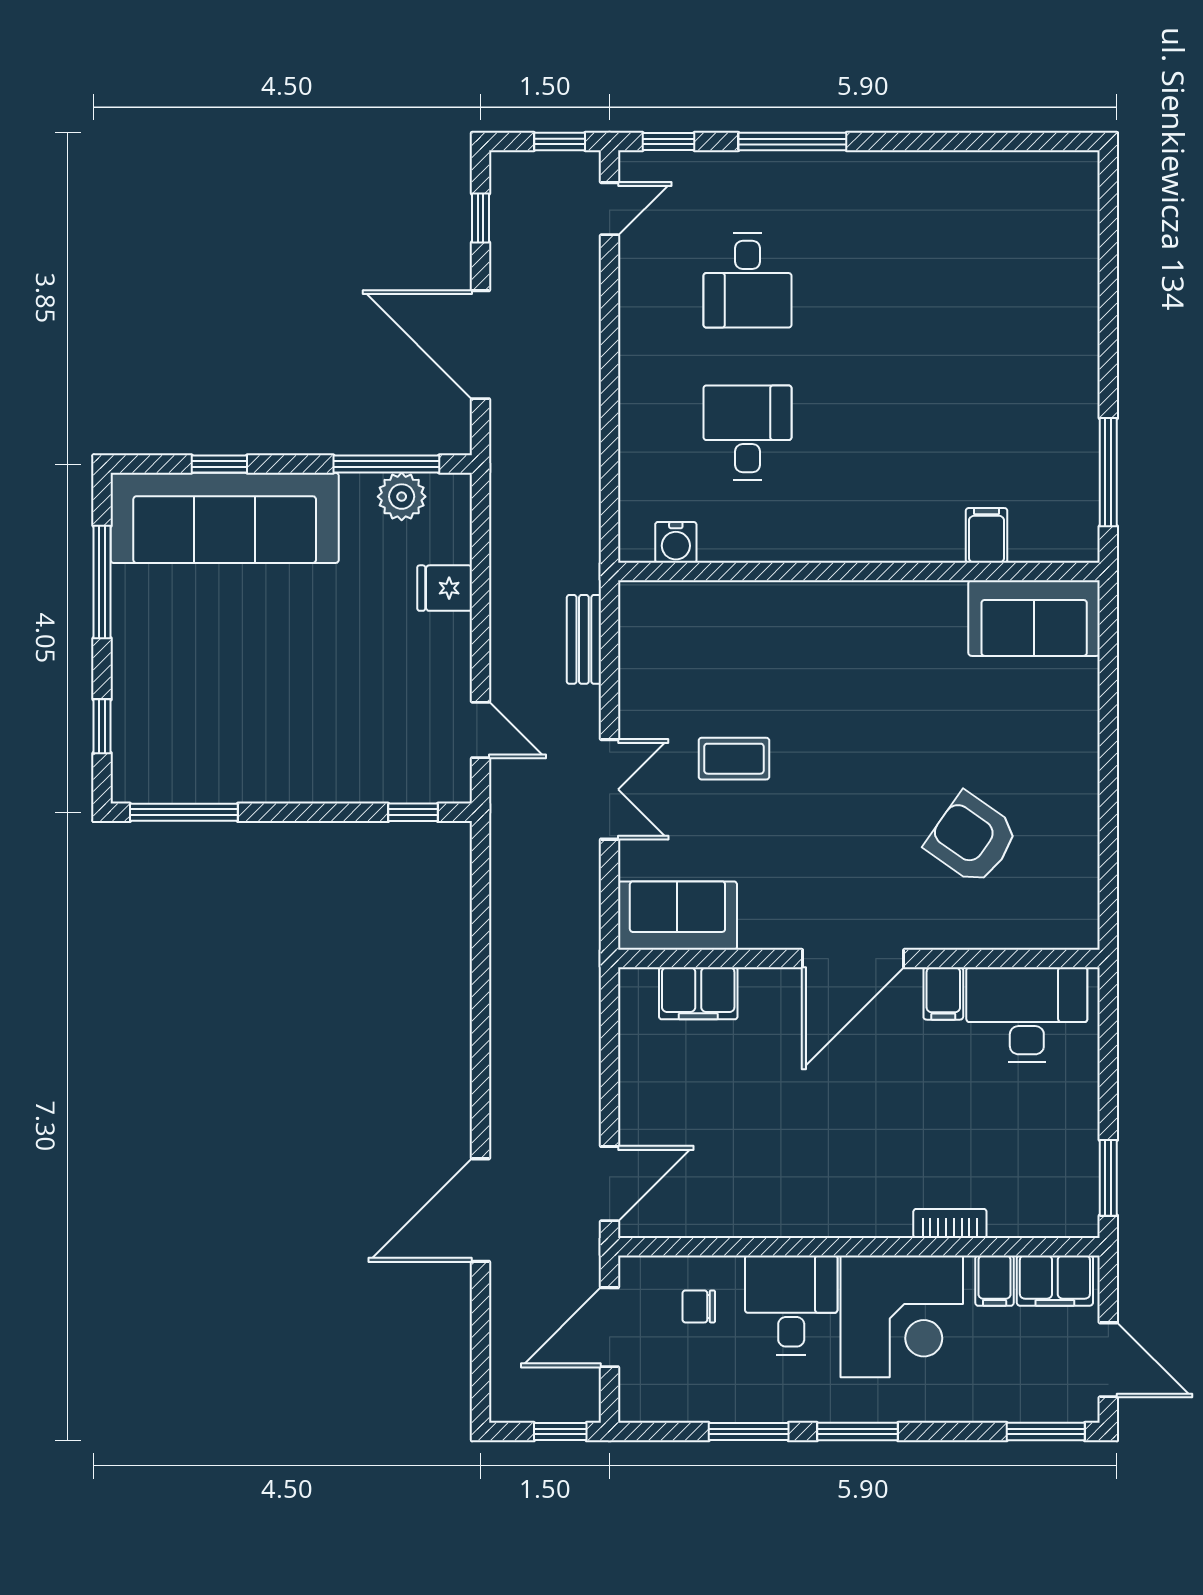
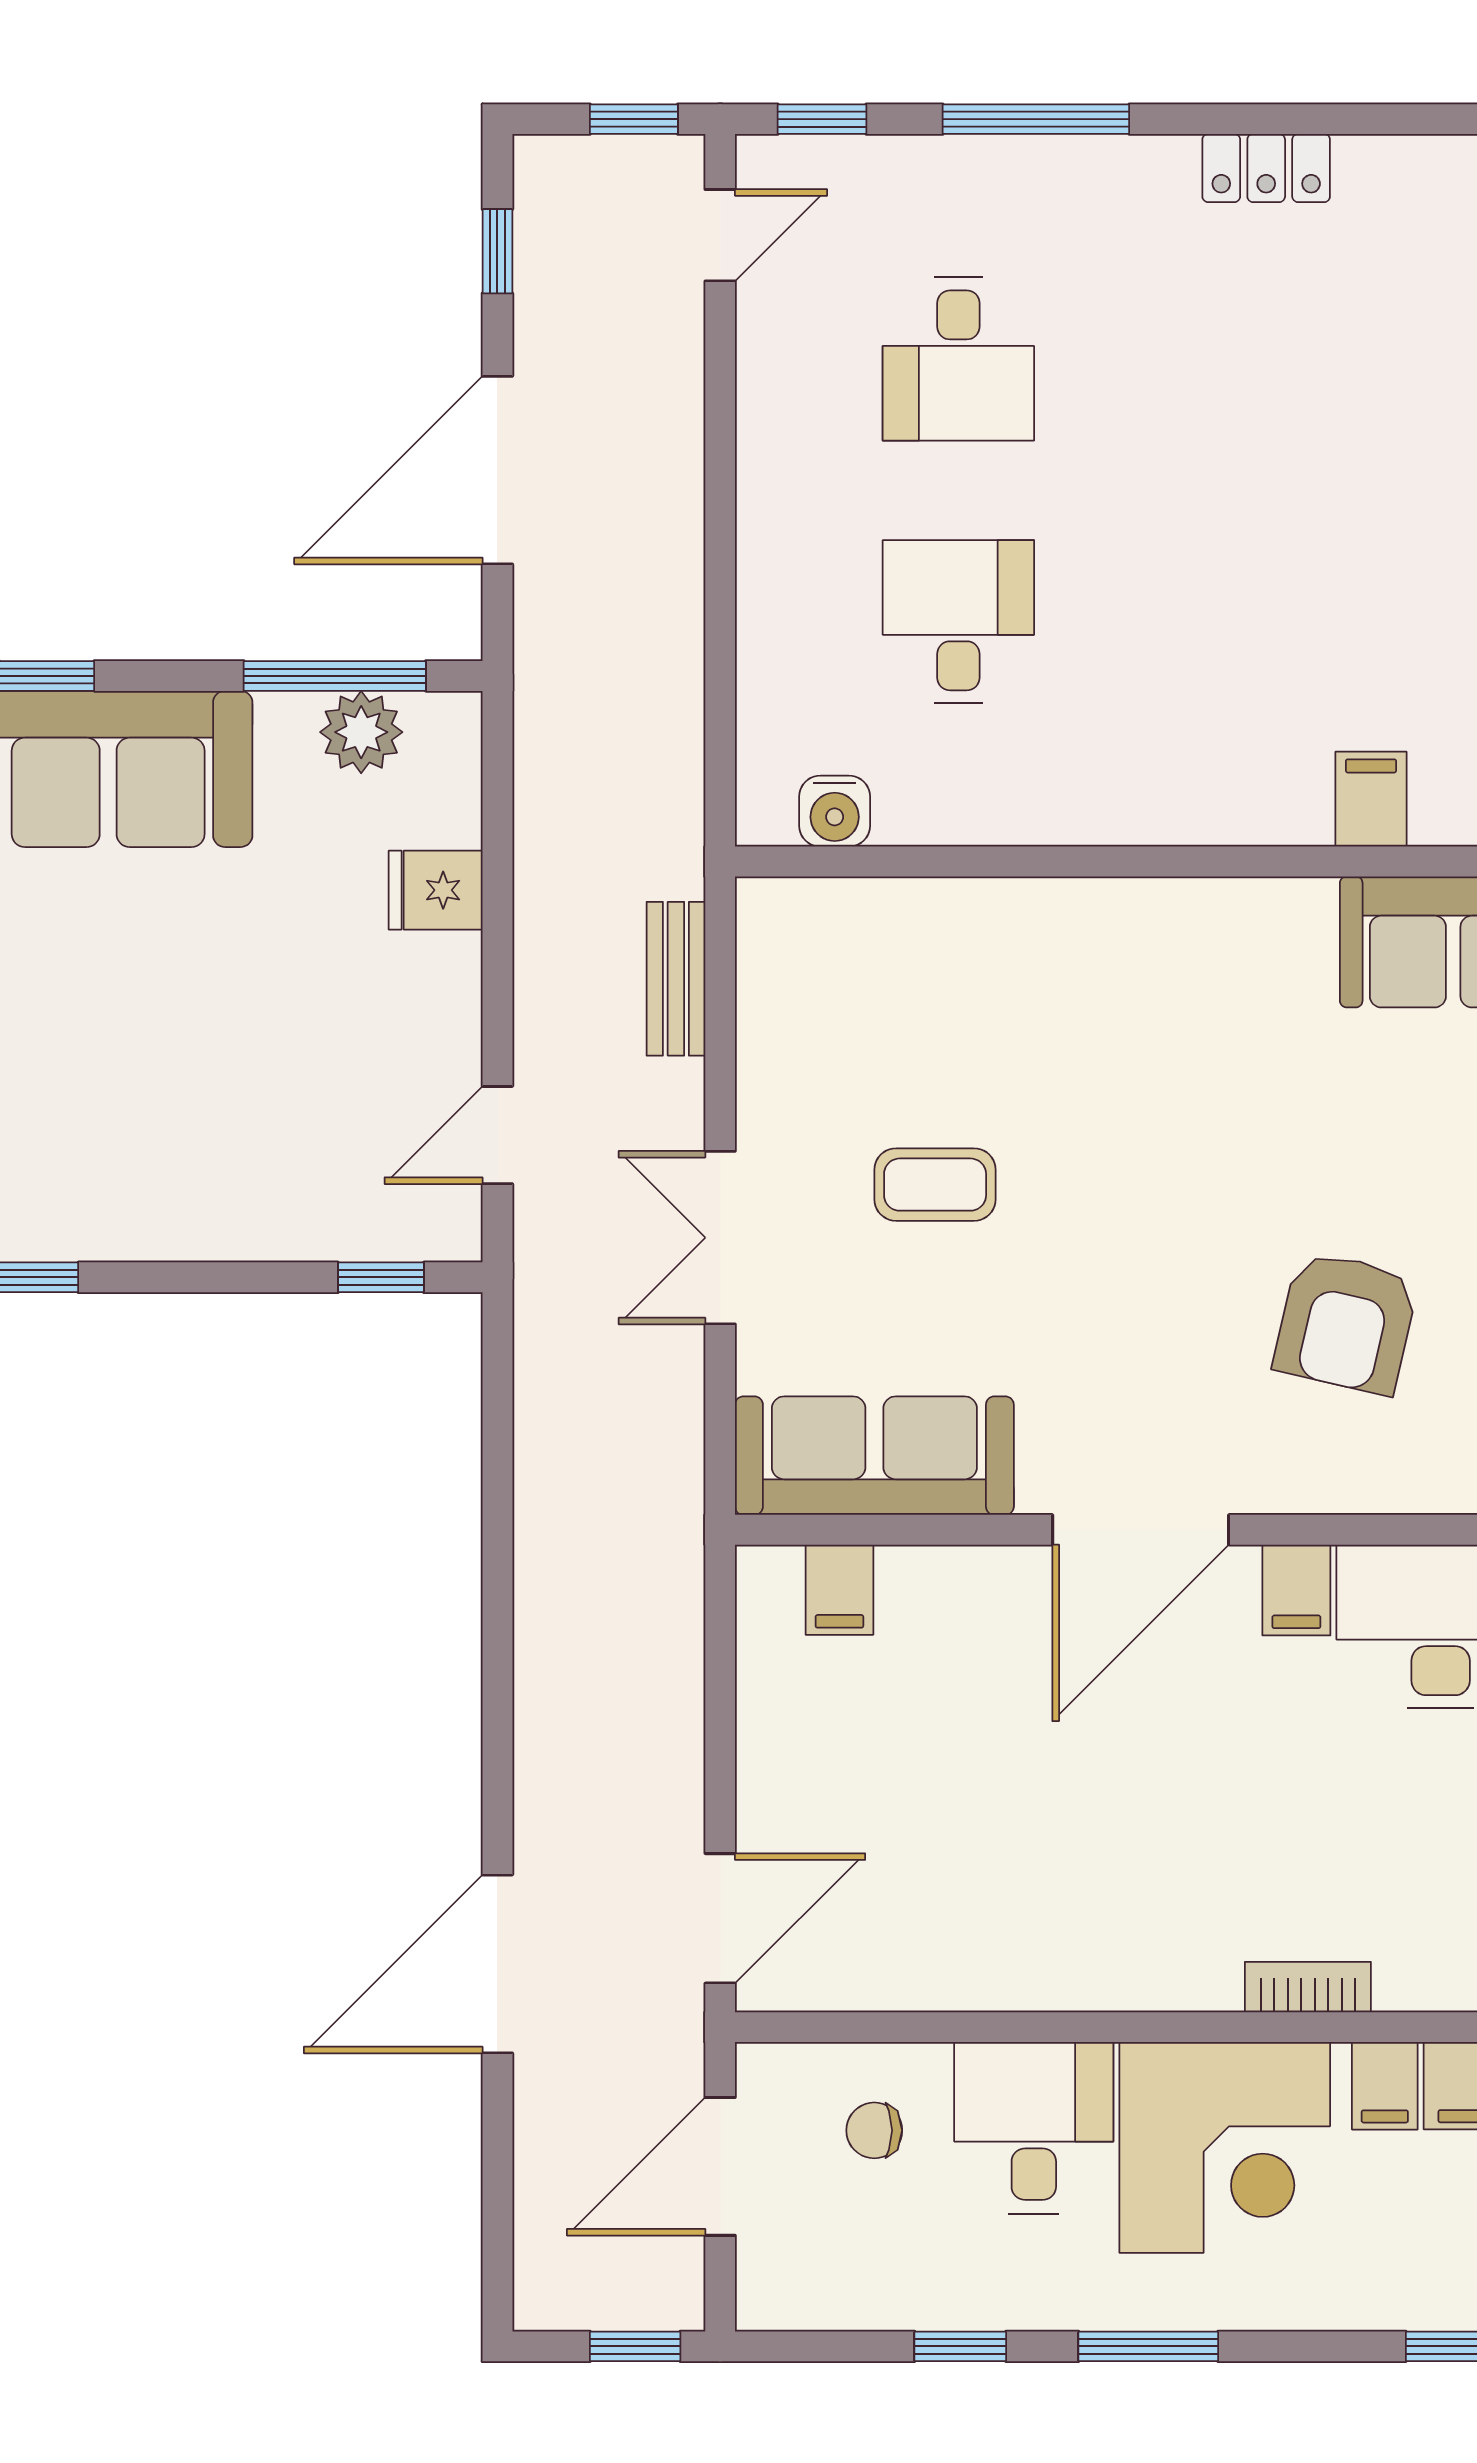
locker: (926, 170) -> (1266, 168), added
door: (481, 345) -> (497, 470), hinge flipped
door: (481, 730) -> (497, 1135), swing flipped
double door: (610, 789) -> (720, 1238), swing flipped
armchair: (972, 839) -> (1346, 1322), turned -112
sofa: (677, 916) -> (874, 1456), width x1.36
filing cabinet: (698, 993) -> (839, 1590), width x0.50
window: (749, 1432) -> (960, 2346), width x0.67

